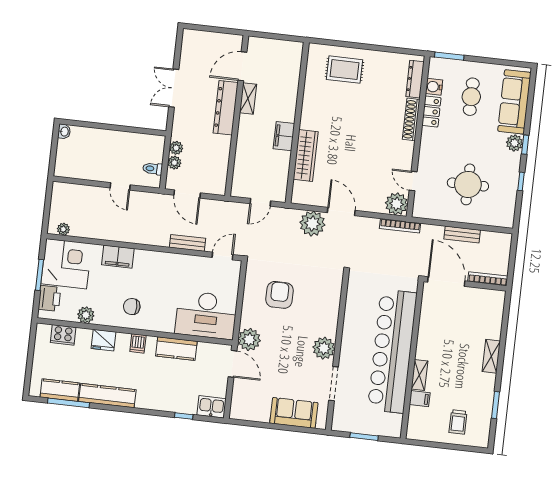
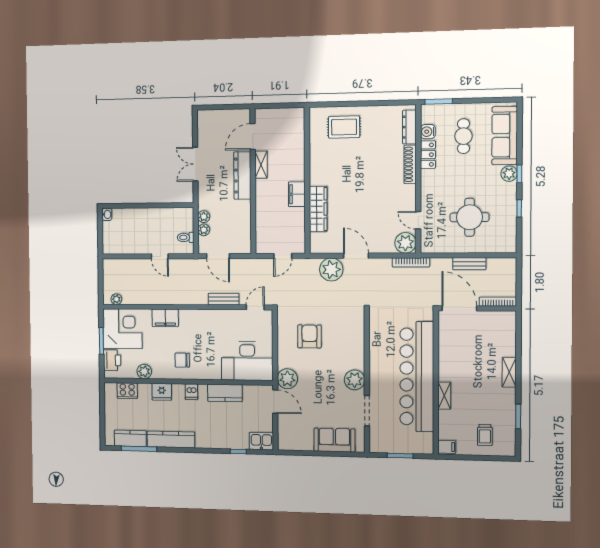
filing cabinet: (420, 399) -> (447, 447), moved

